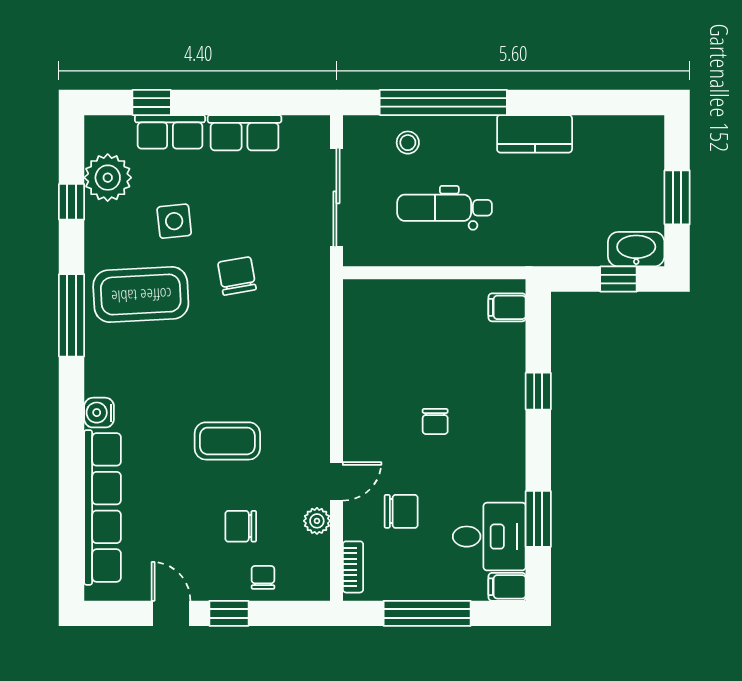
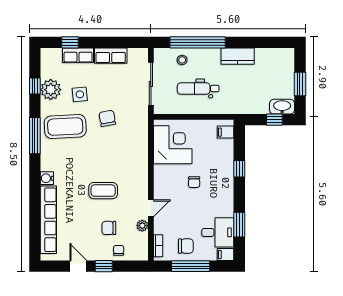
plant: (108, 178) -> (51, 90), moved
corner desk: (387, 336) -> (173, 145), added
chair: (401, 511) -> (186, 246), moved

